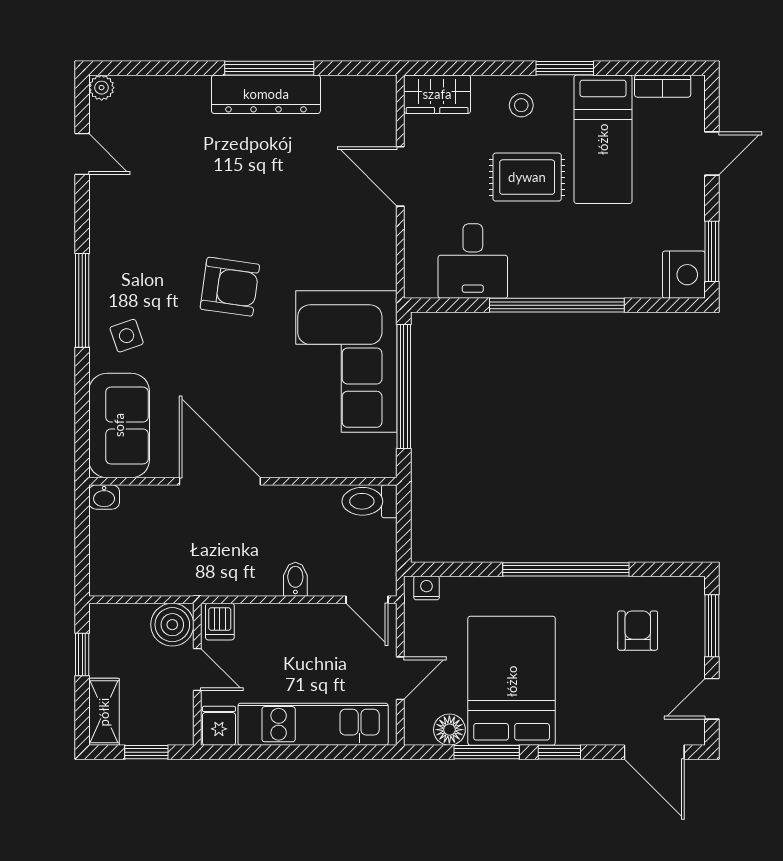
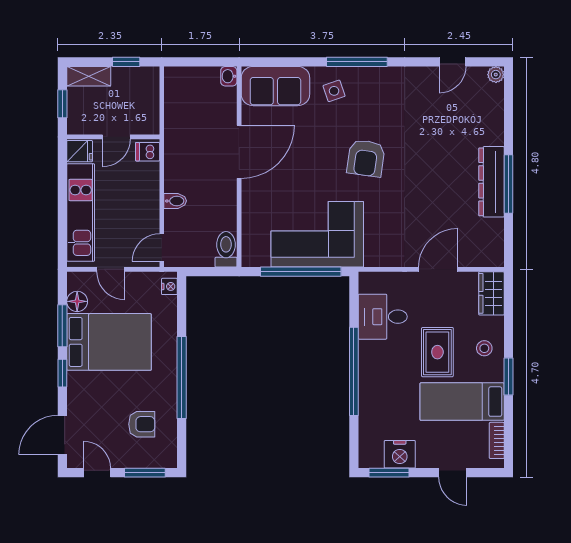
nightstand: (684, 275) -> (400, 454), moved
boiler: (172, 625) -> (146, 121), removed

